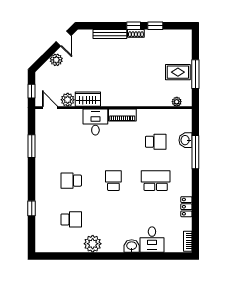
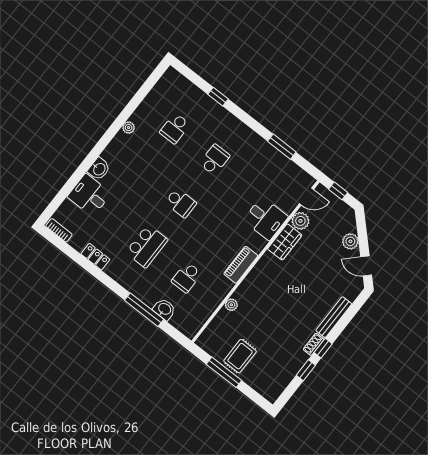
plant: (177, 102) -> (231, 305), moved
desk: (95, 122) -> (266, 218), moved
plant: (93, 244) -> (129, 128), width x0.53, depth x0.53

